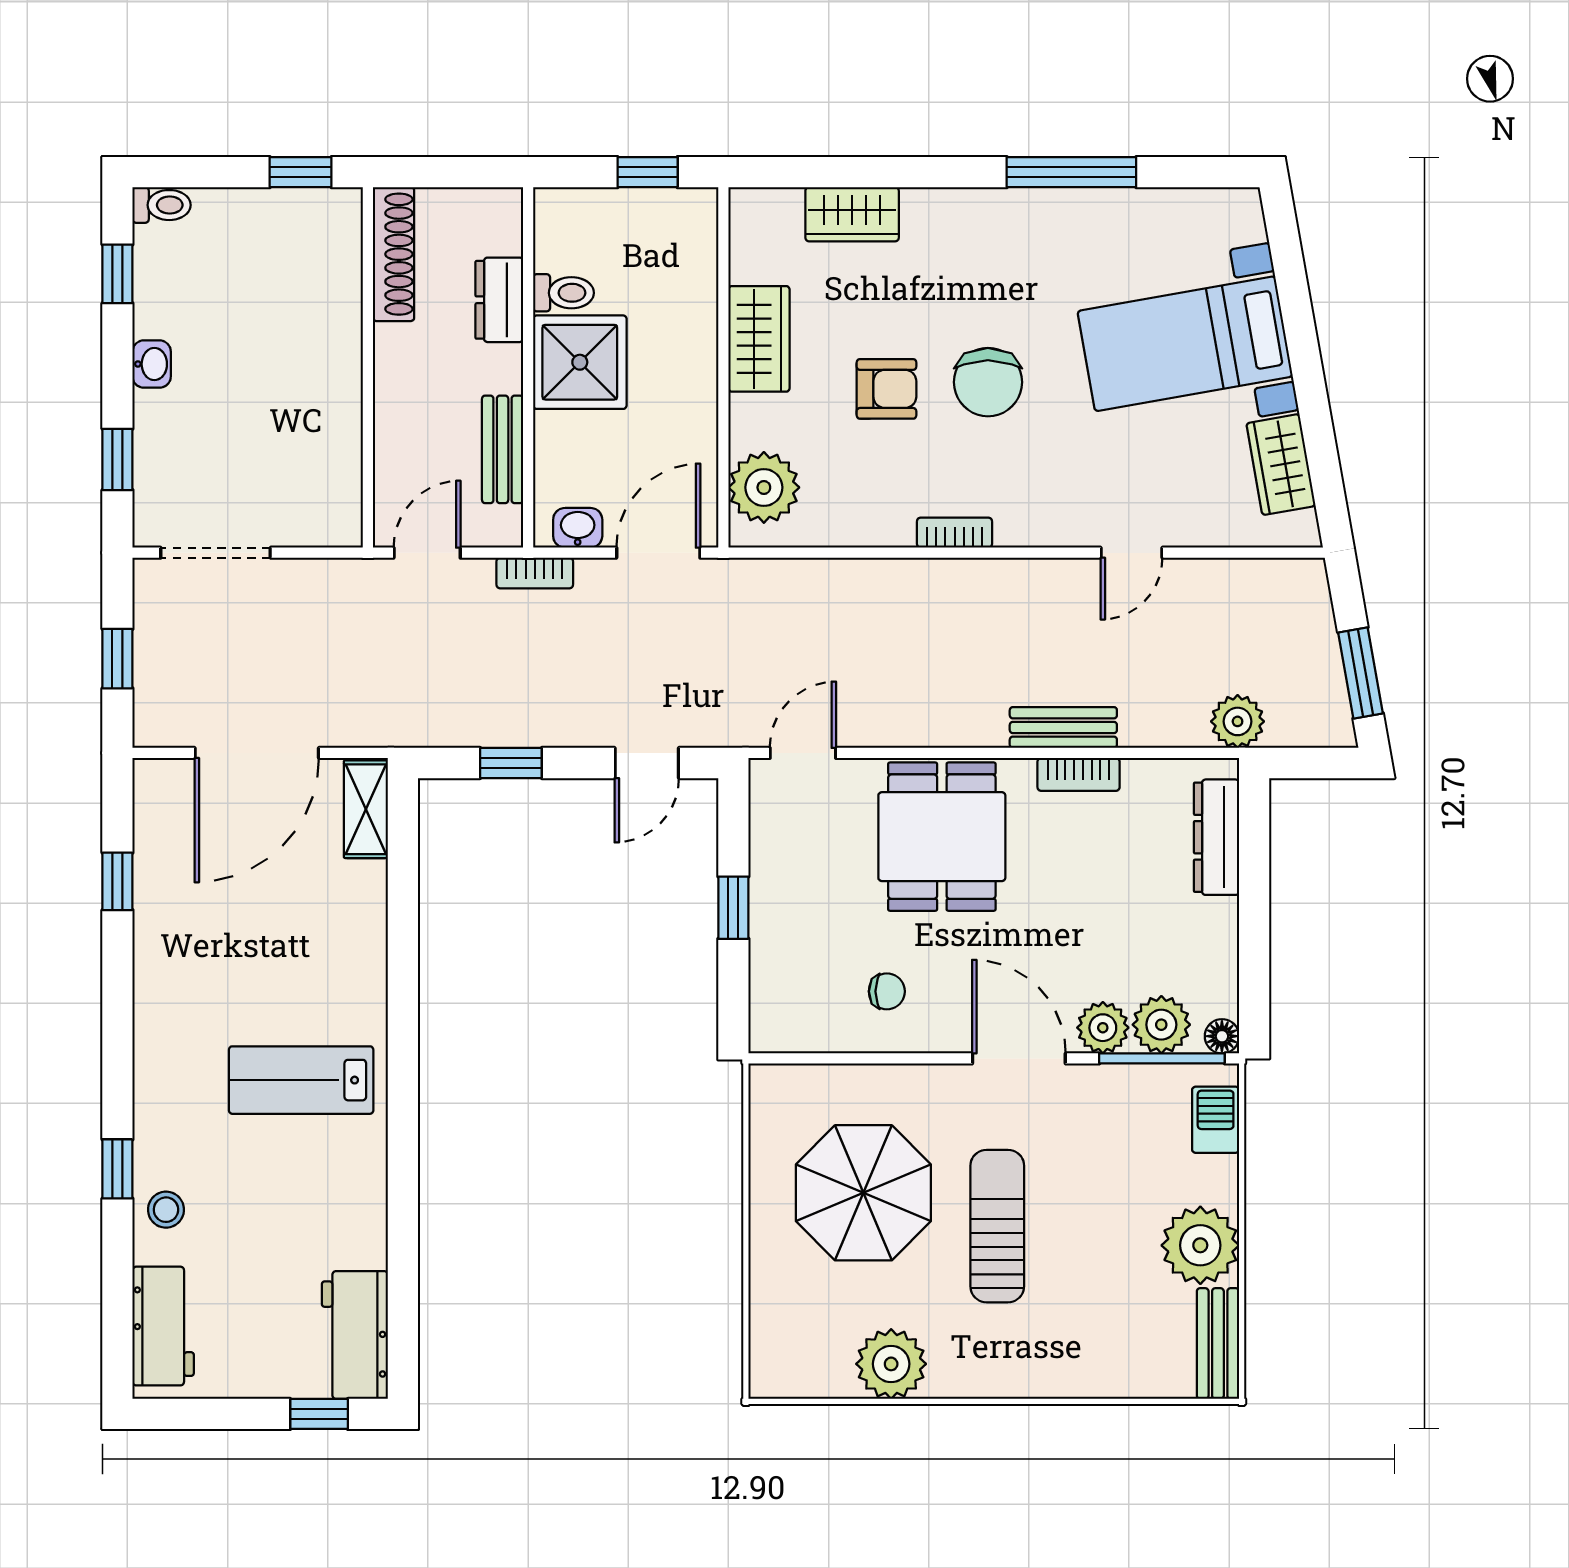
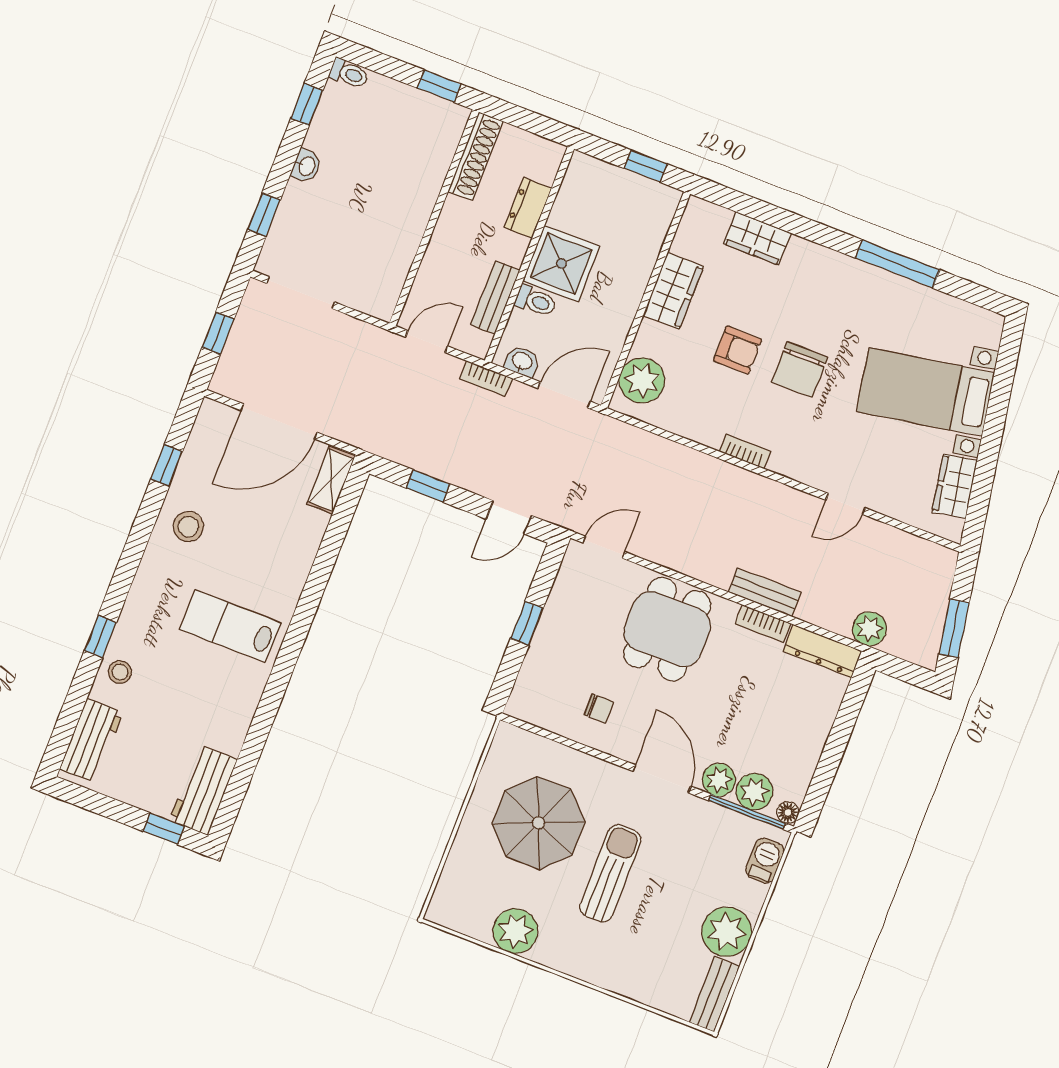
toilet: (563, 293) -> (536, 301), moved
dresser: (1217, 837) -> (823, 651), moved, turned -90
stool: (184, 958) -> (188, 527), added

